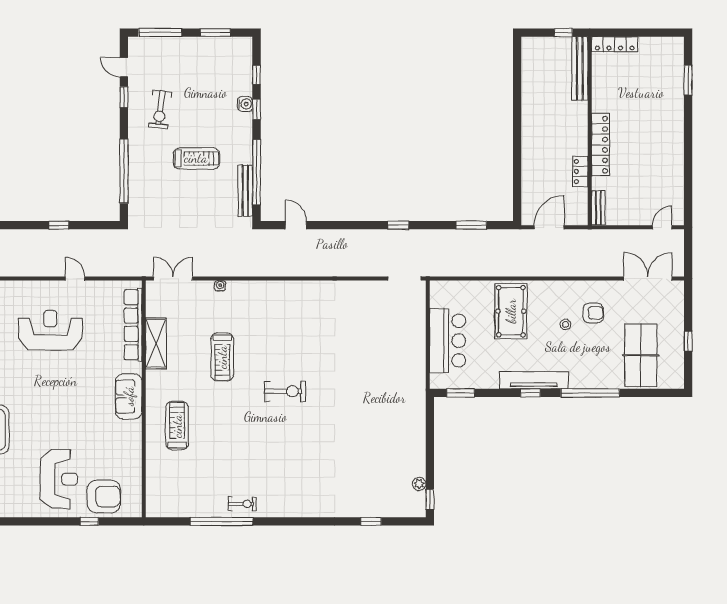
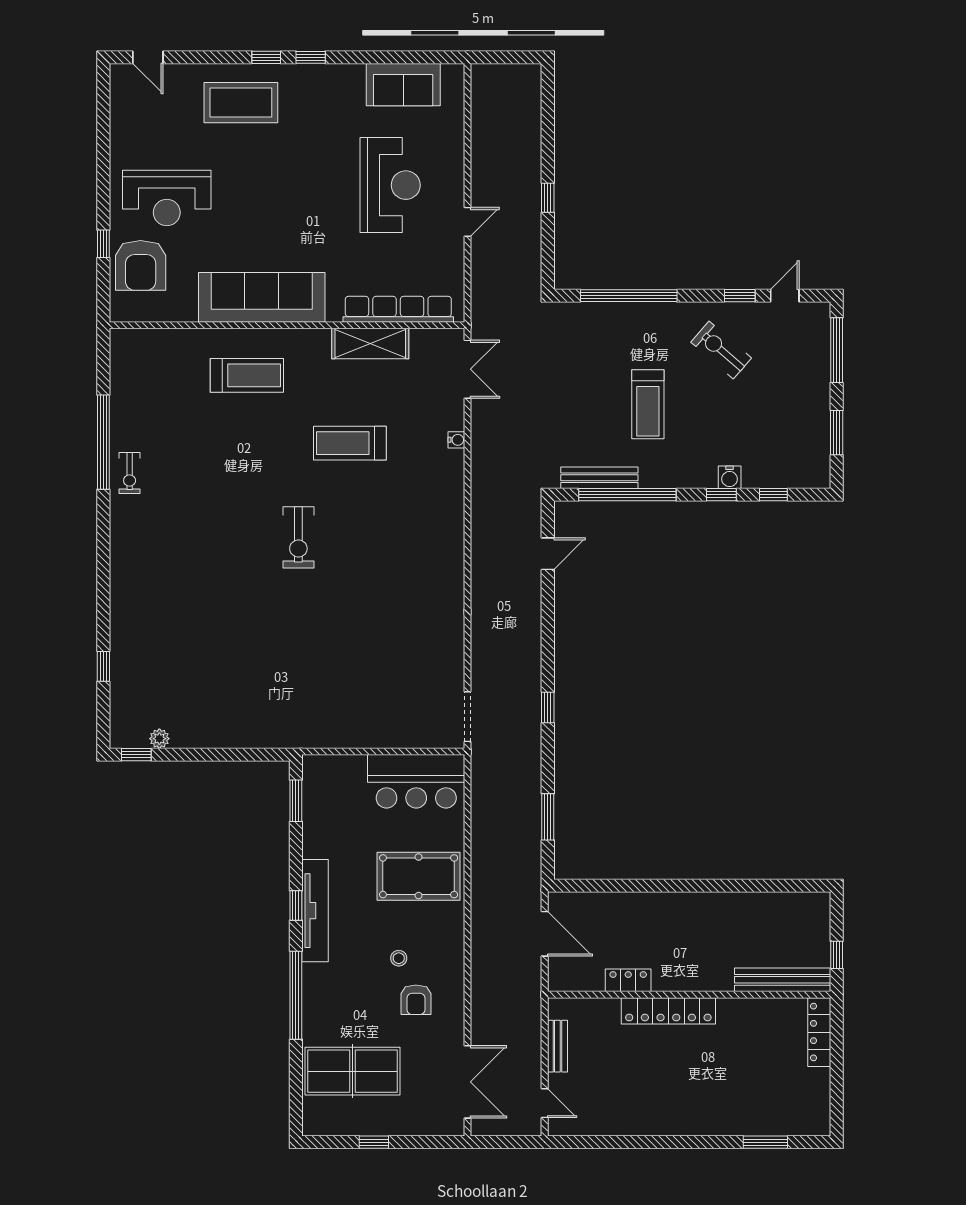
exercise bike: (160, 110) -> (721, 350), turned 34
bench: (598, 208) -> (557, 1046), moved, turned 90
bar counter: (448, 341) -> (416, 781), moved
sofa: (129, 396) -> (262, 297), width x1.85, depth x1.27

